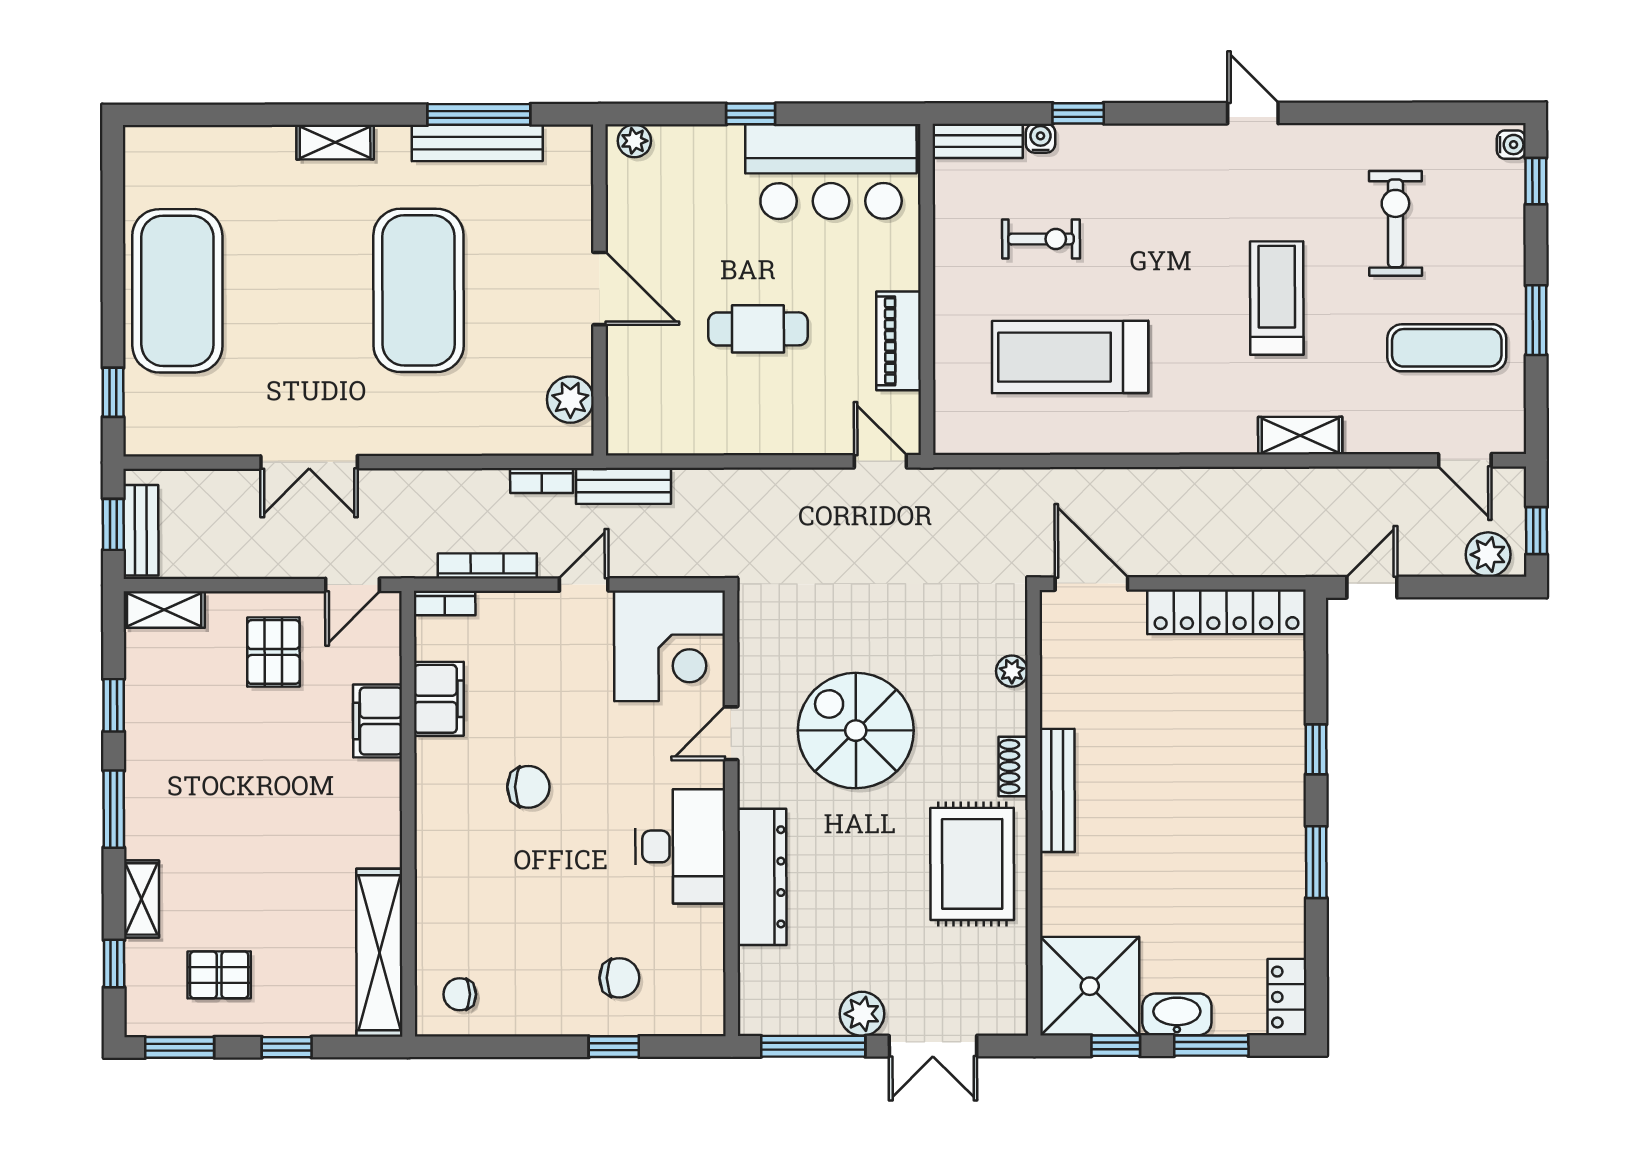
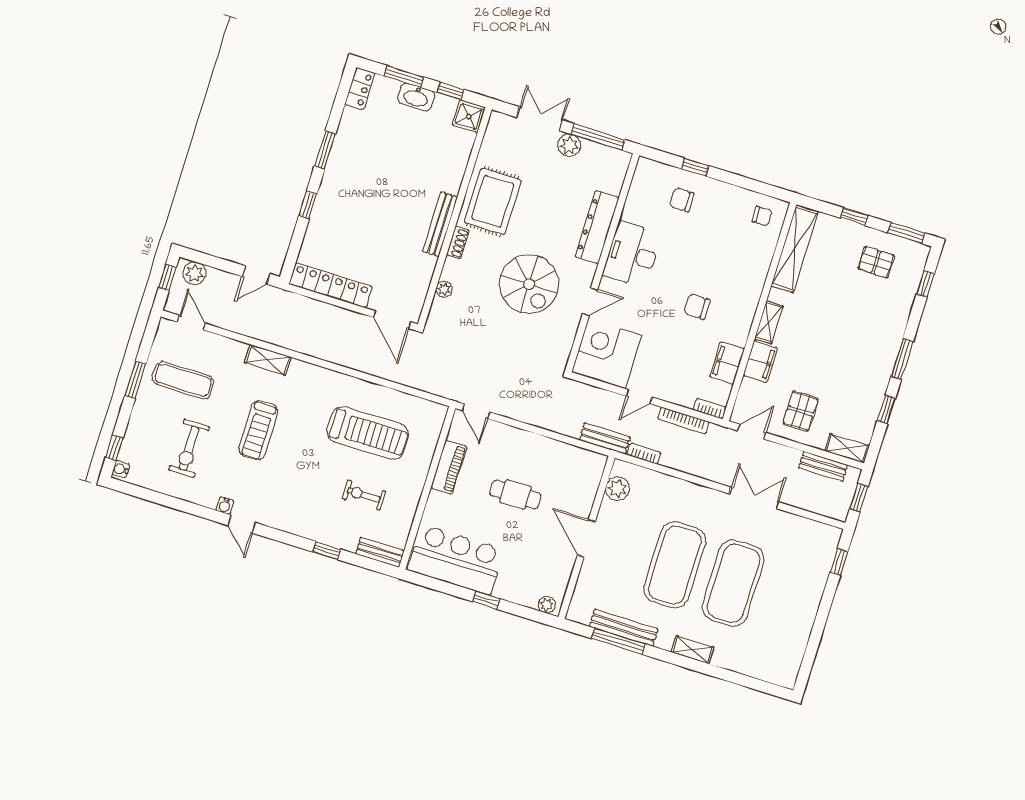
water cooler: (1041, 138) -> (225, 505), moved
exercise mat: (177, 291) -> (733, 583), moved
bench: (141, 530) -> (823, 466), moved, turned 90
shelving: (142, 899) -> (769, 322), moved
shower: (1090, 986) -> (469, 116), width x0.54, depth x0.54

